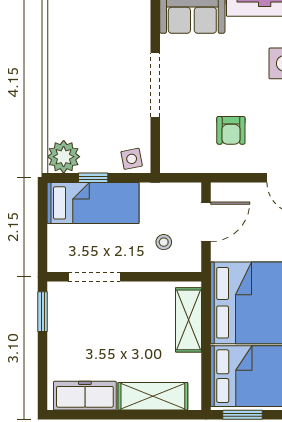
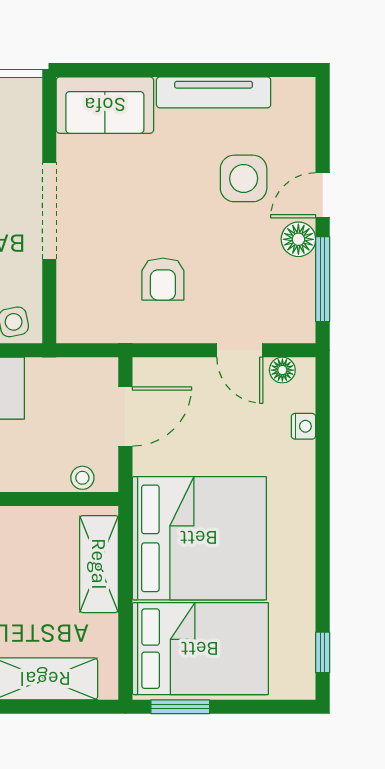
stool: (164, 242) -> (82, 478), moved

